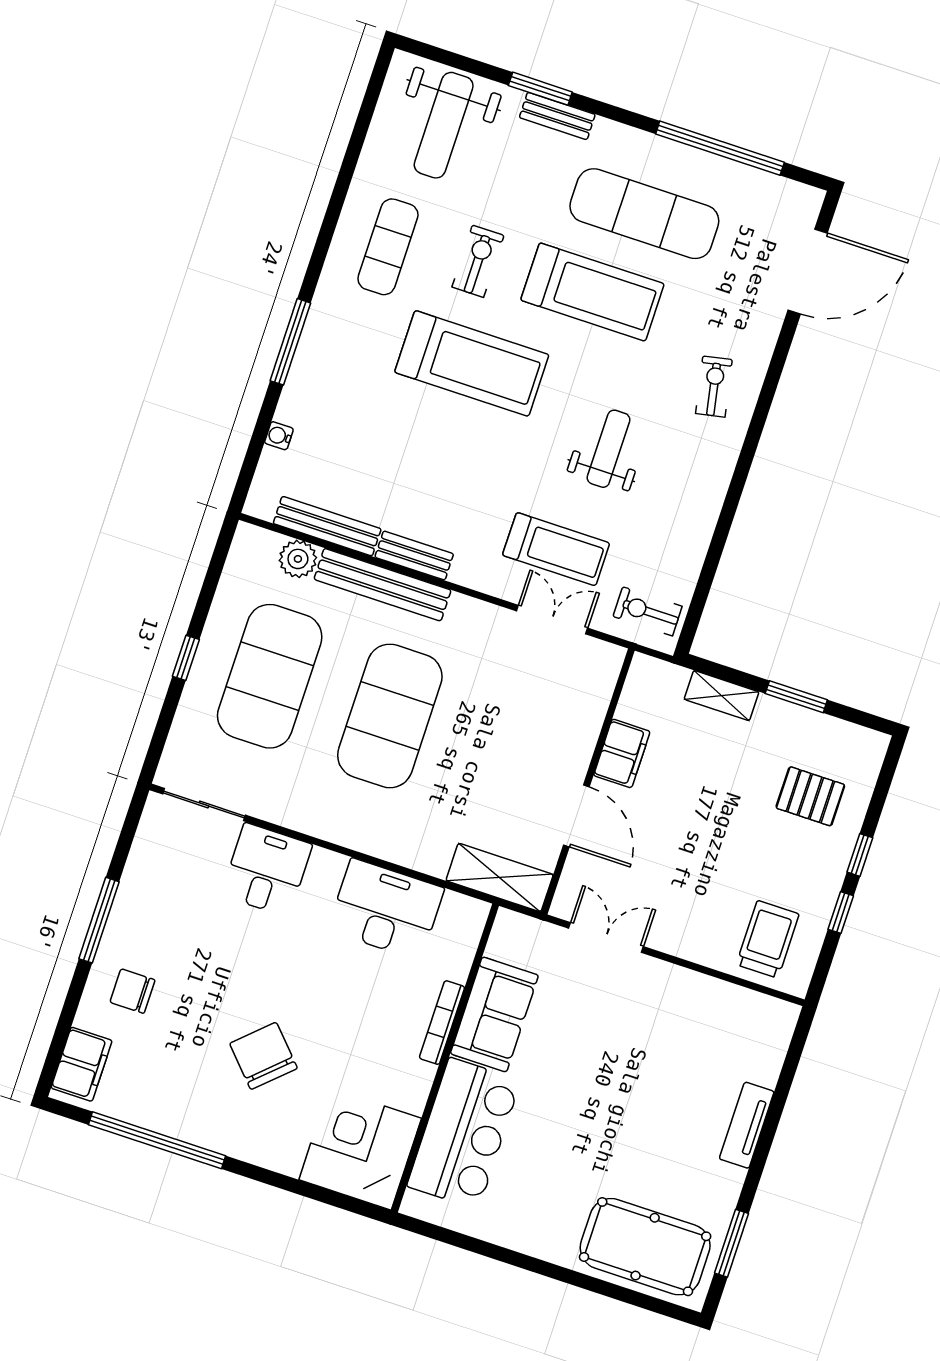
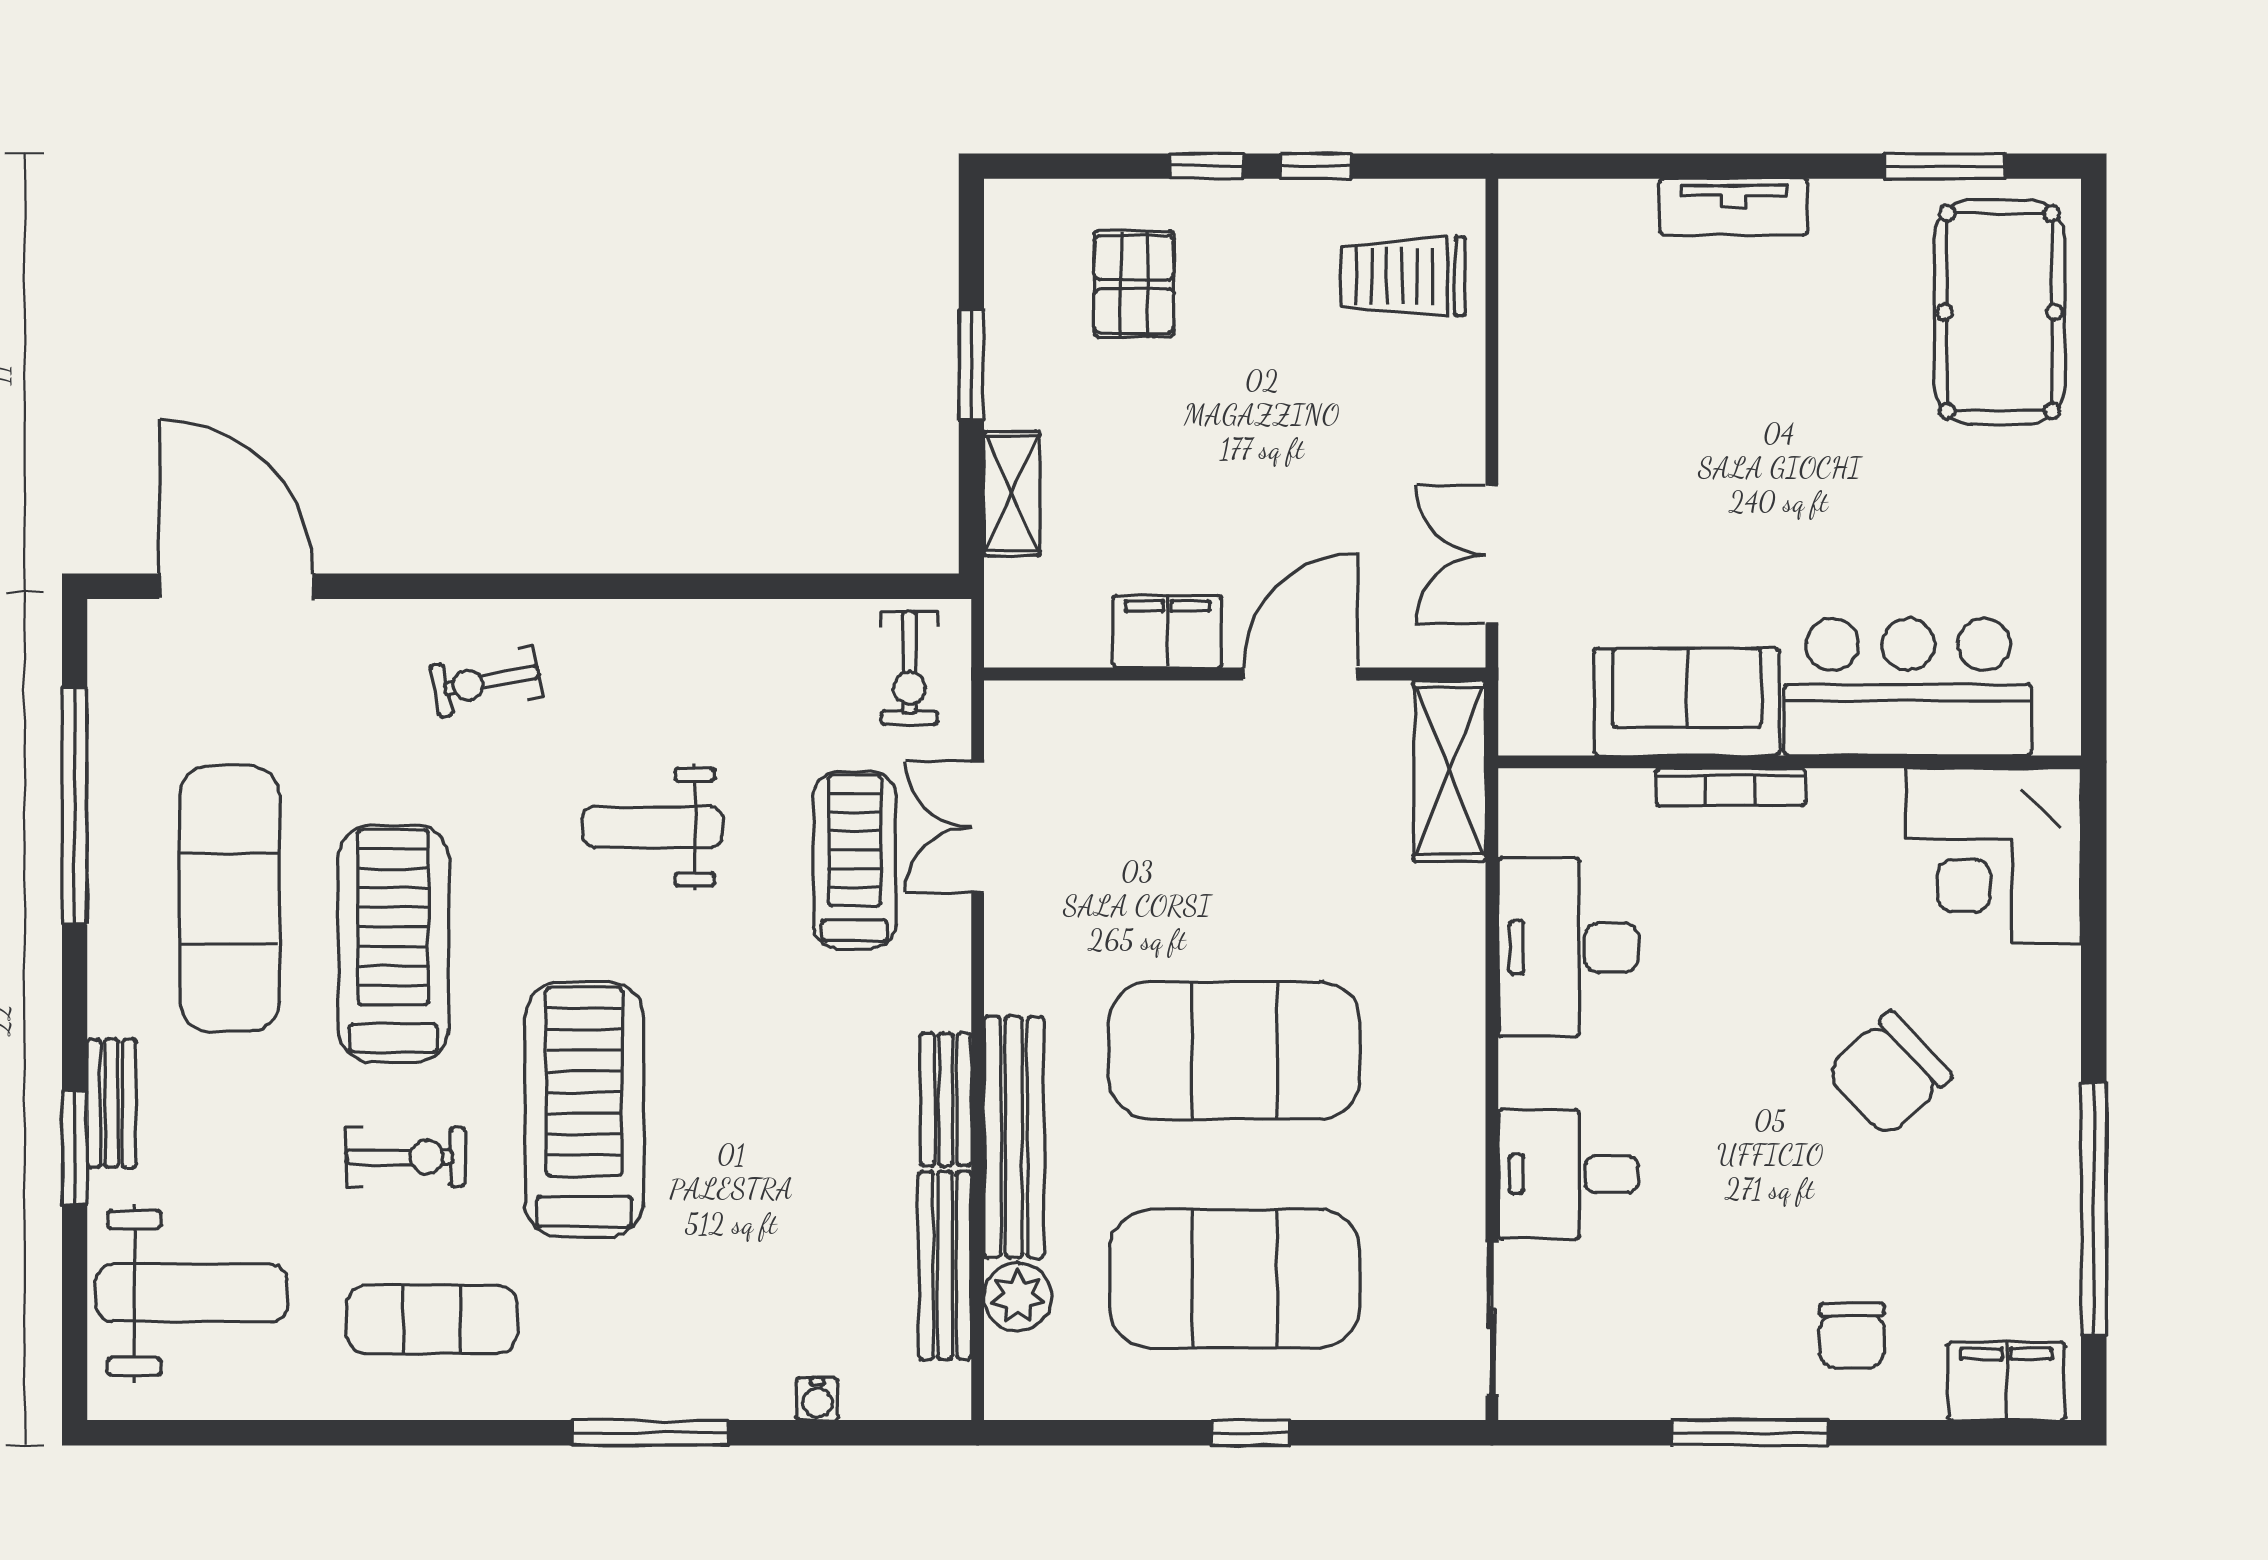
exercise bike: (478, 261) -> (405, 1157), turned 180

